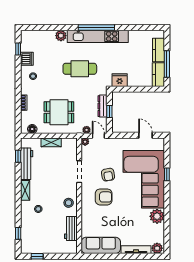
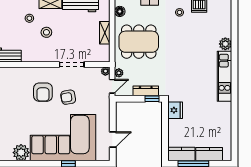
window: (96, 28) -> (235, 84), removed
kitchen unit: (98, 36) -> (225, 76), width x0.73
cafe table: (80, 69) -> (188, 65), removed
window: (109, 111) -> (152, 99), moved
dining table: (59, 112) -> (139, 42), width x1.37
stool: (69, 203) -> (46, 32), moved

